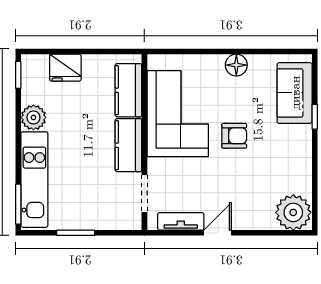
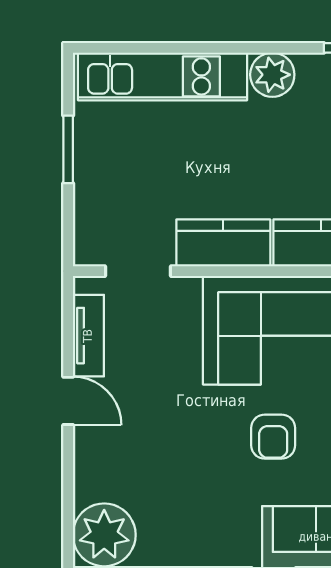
armchair: (234, 136) -> (273, 437), moved
window: (18, 204) -> (119, 48), removed

